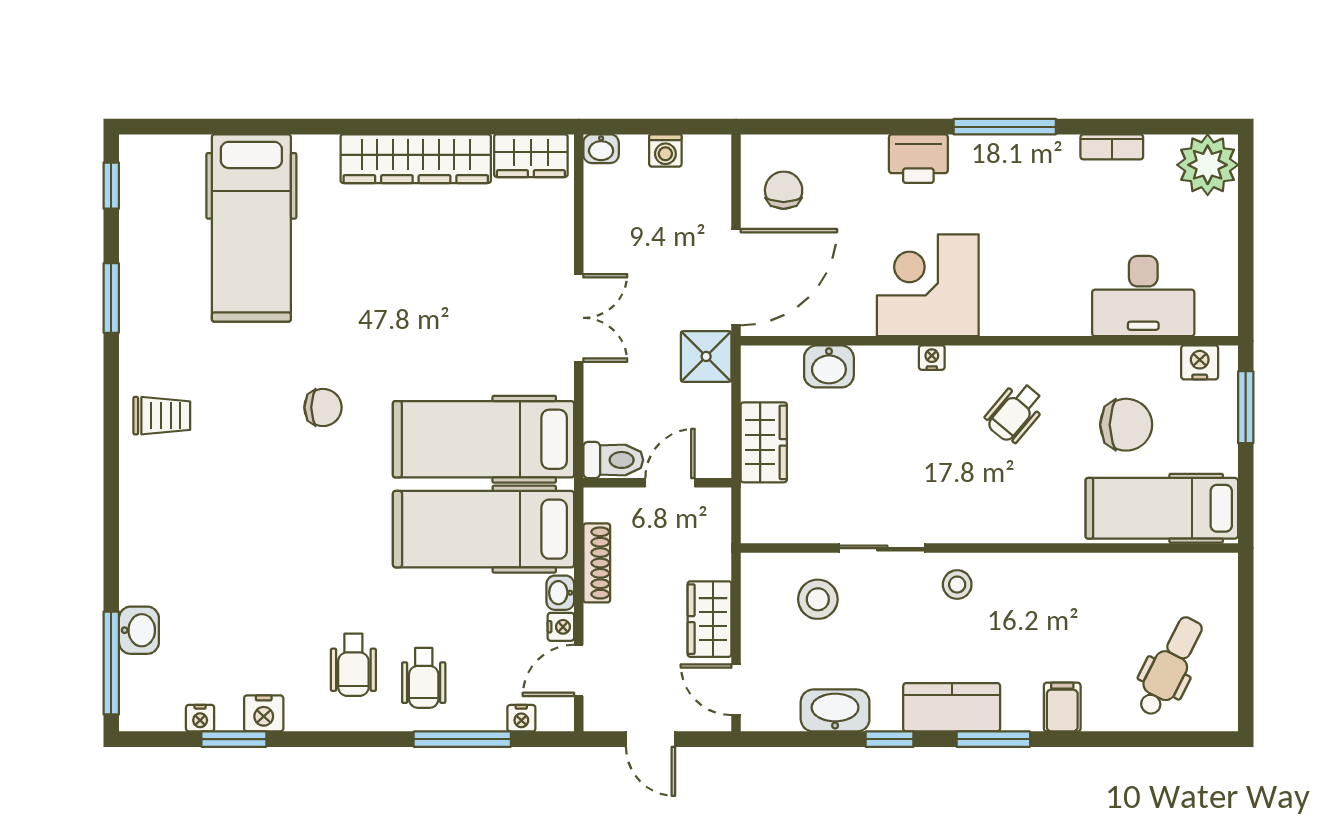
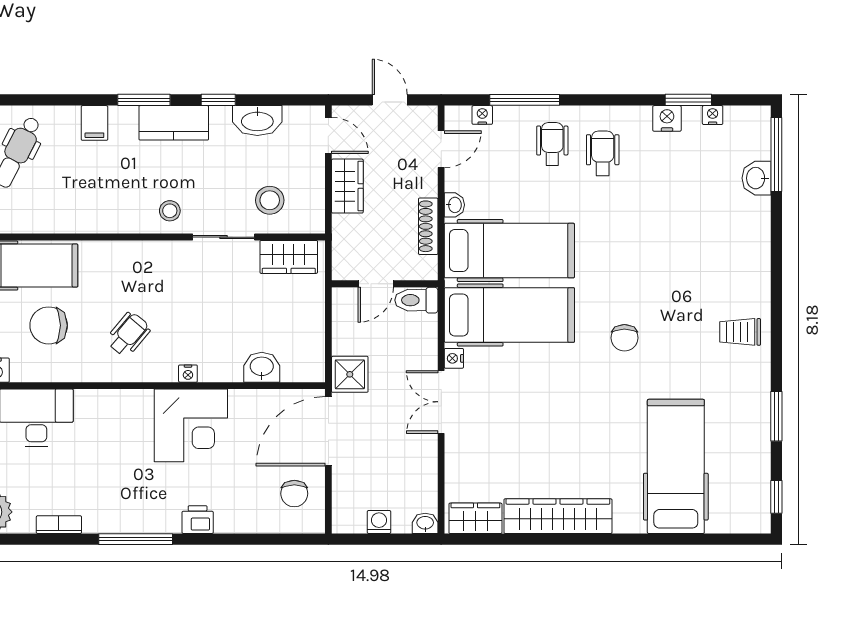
printer: (918, 159) -> (198, 520), width x0.73, depth x0.81
chair: (323, 407) -> (624, 338), turned -90
wardrobe: (764, 442) -> (289, 257), moved, turned -90
nightstand: (561, 627) -> (454, 358), moved

